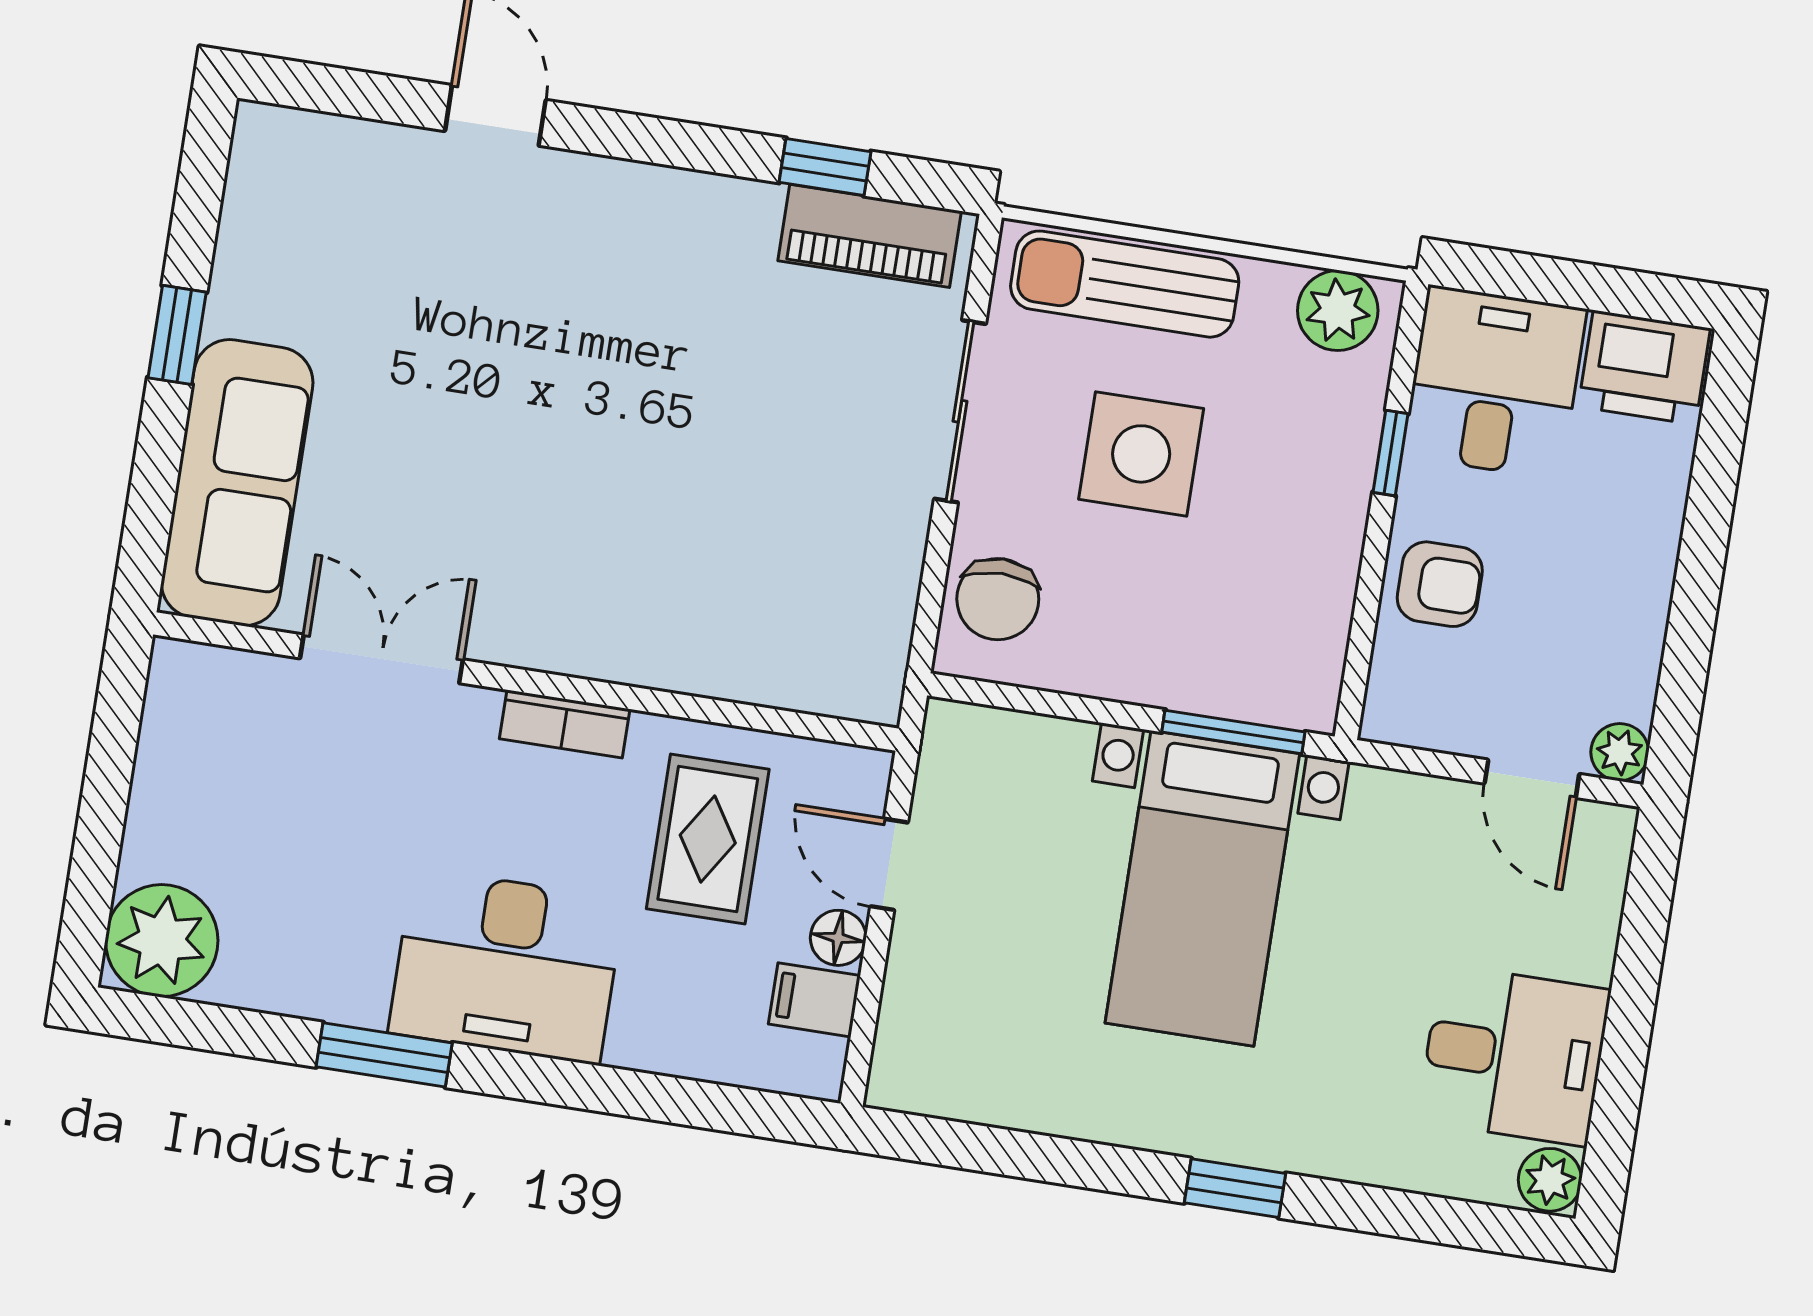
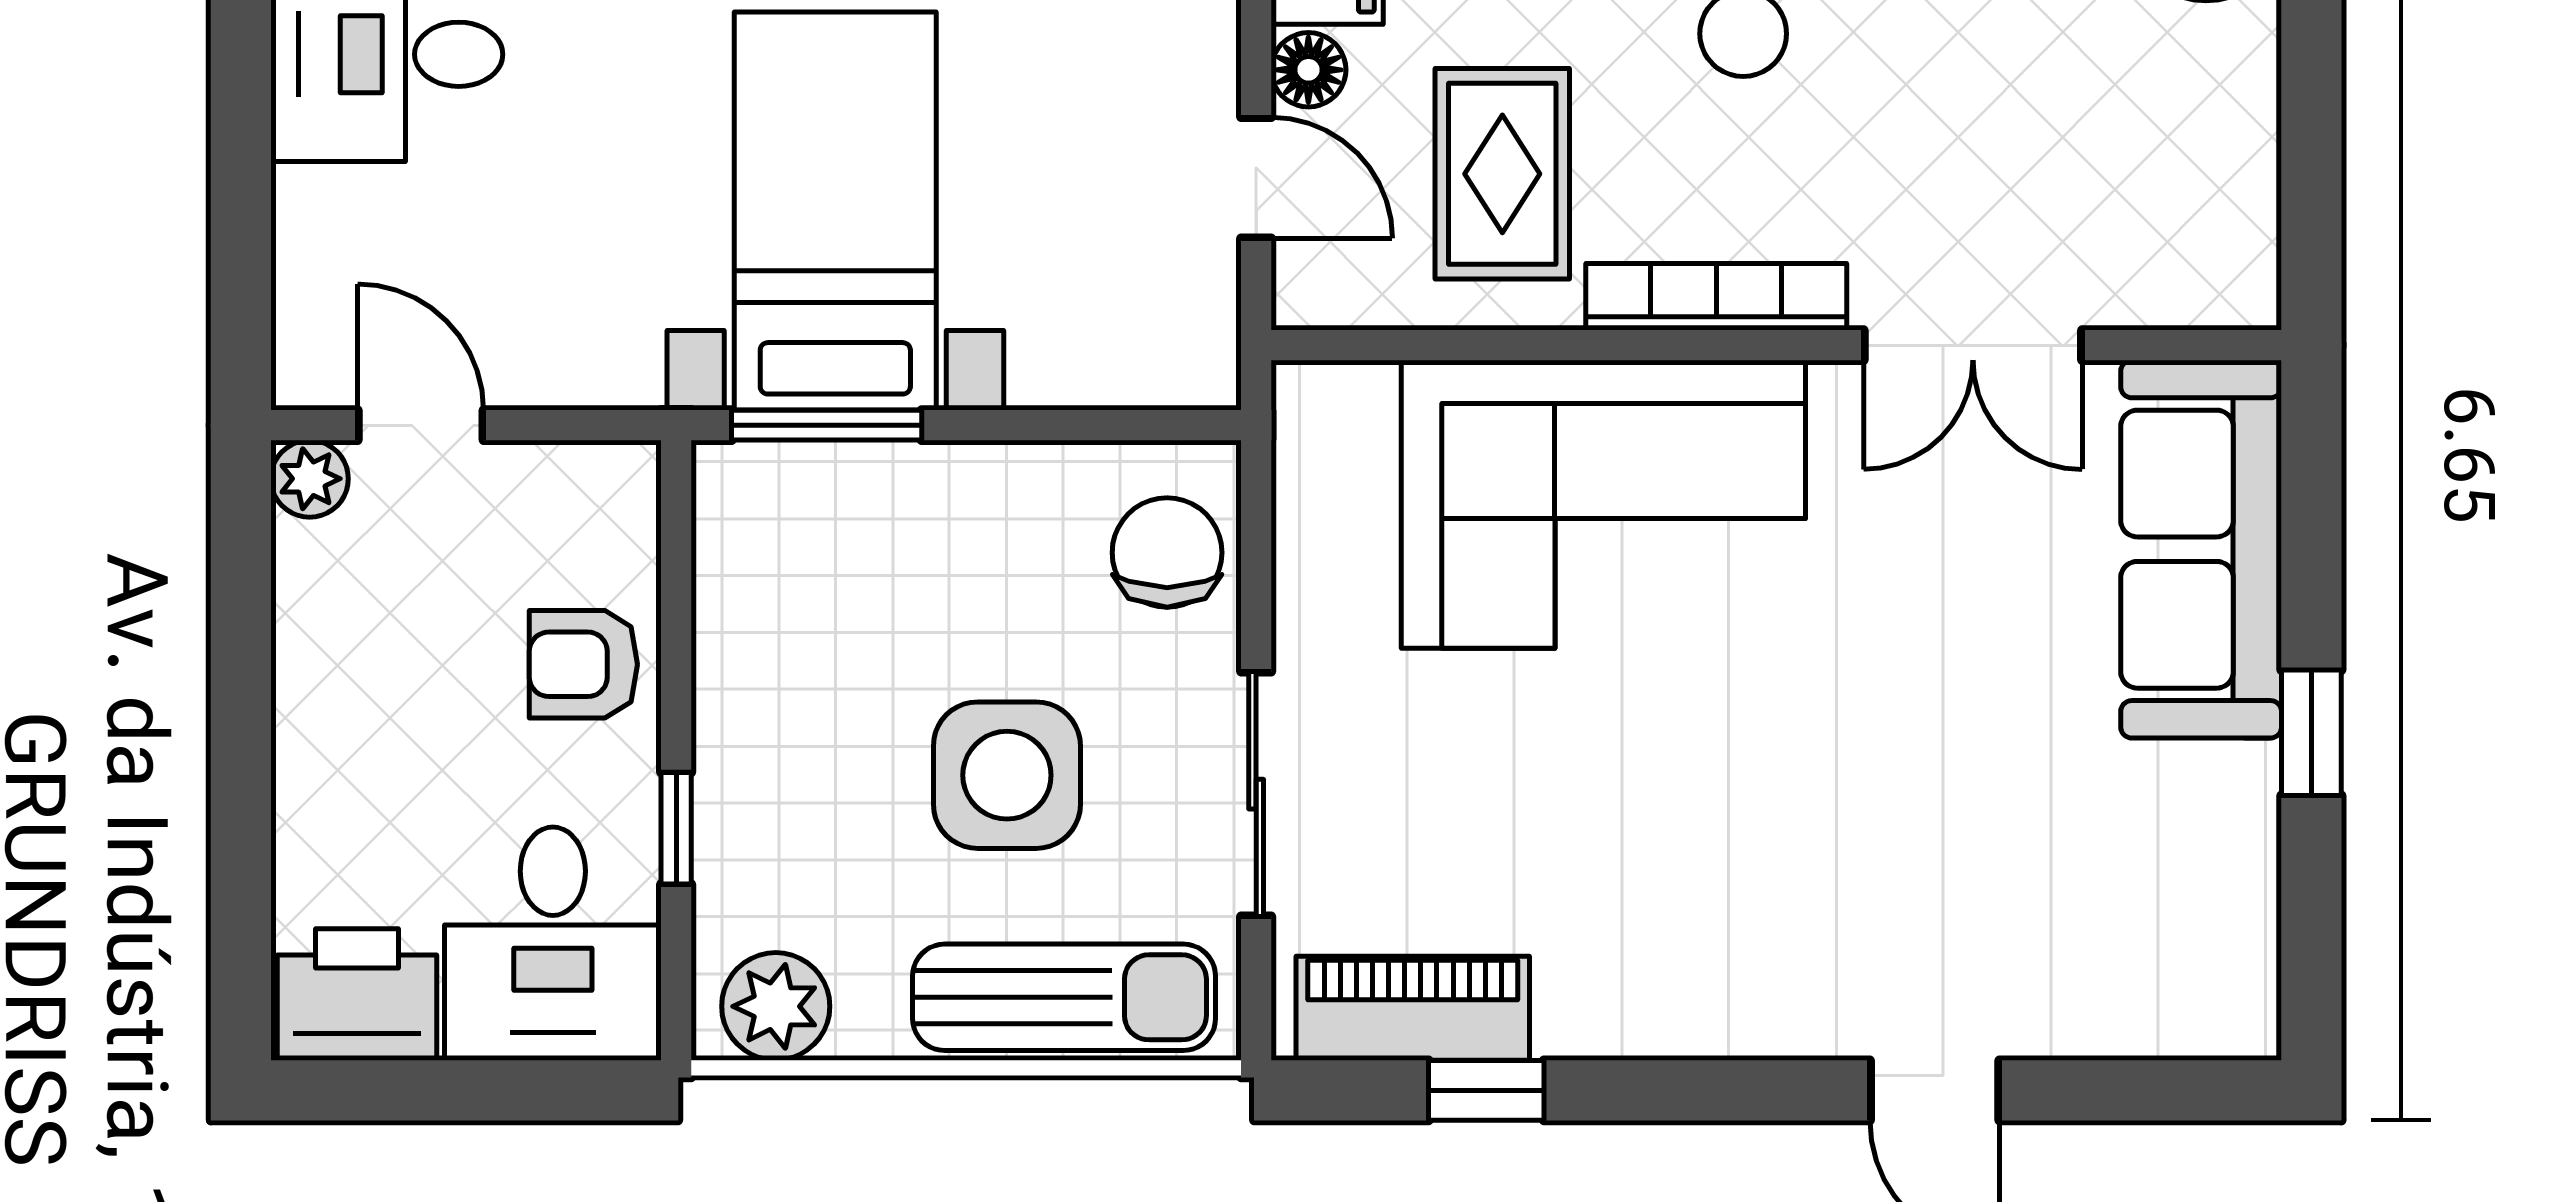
corner sofa: (671, 584) -> (1603, 504), added
bookcase: (565, 724) -> (1716, 297), width x1.56

